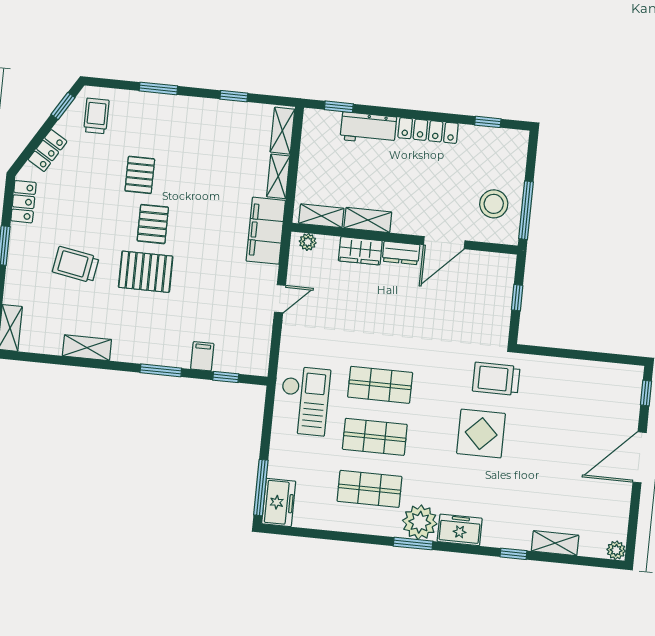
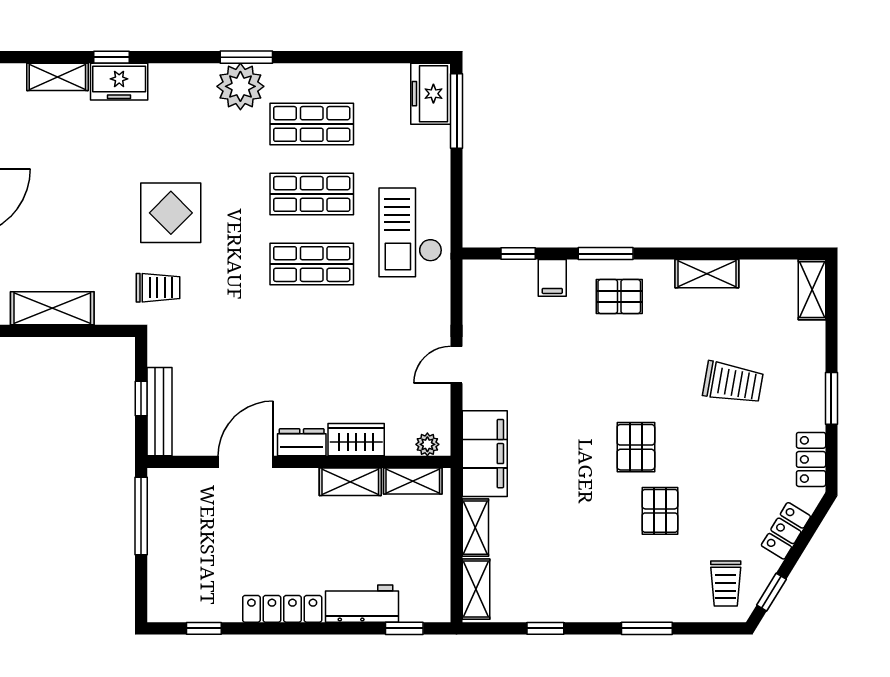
stool: (494, 204) -> (185, 520), removed
pallet: (146, 272) -> (619, 297), moved, width x0.67, depth x0.71
bench: (504, 286) -> (159, 412), added
shelving: (576, 371) -> (52, 308), added
trolley: (496, 379) -> (158, 288), width x0.73, depth x0.72
freezer: (460, 530) -> (119, 82), moved

